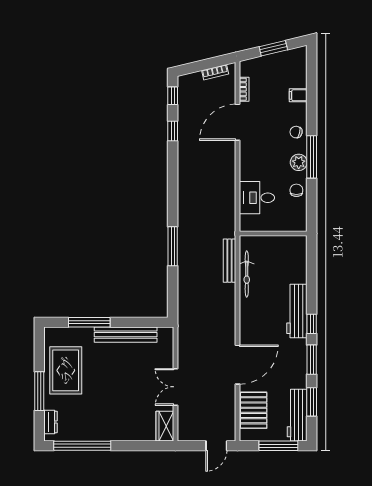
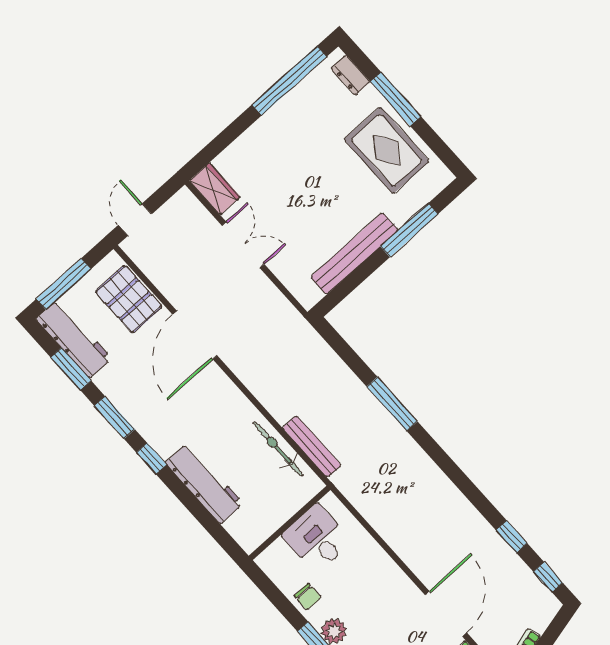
desk: (257, 198) -> (317, 539), moved, turned -90
workbench: (297, 311) -> (204, 483), moved

